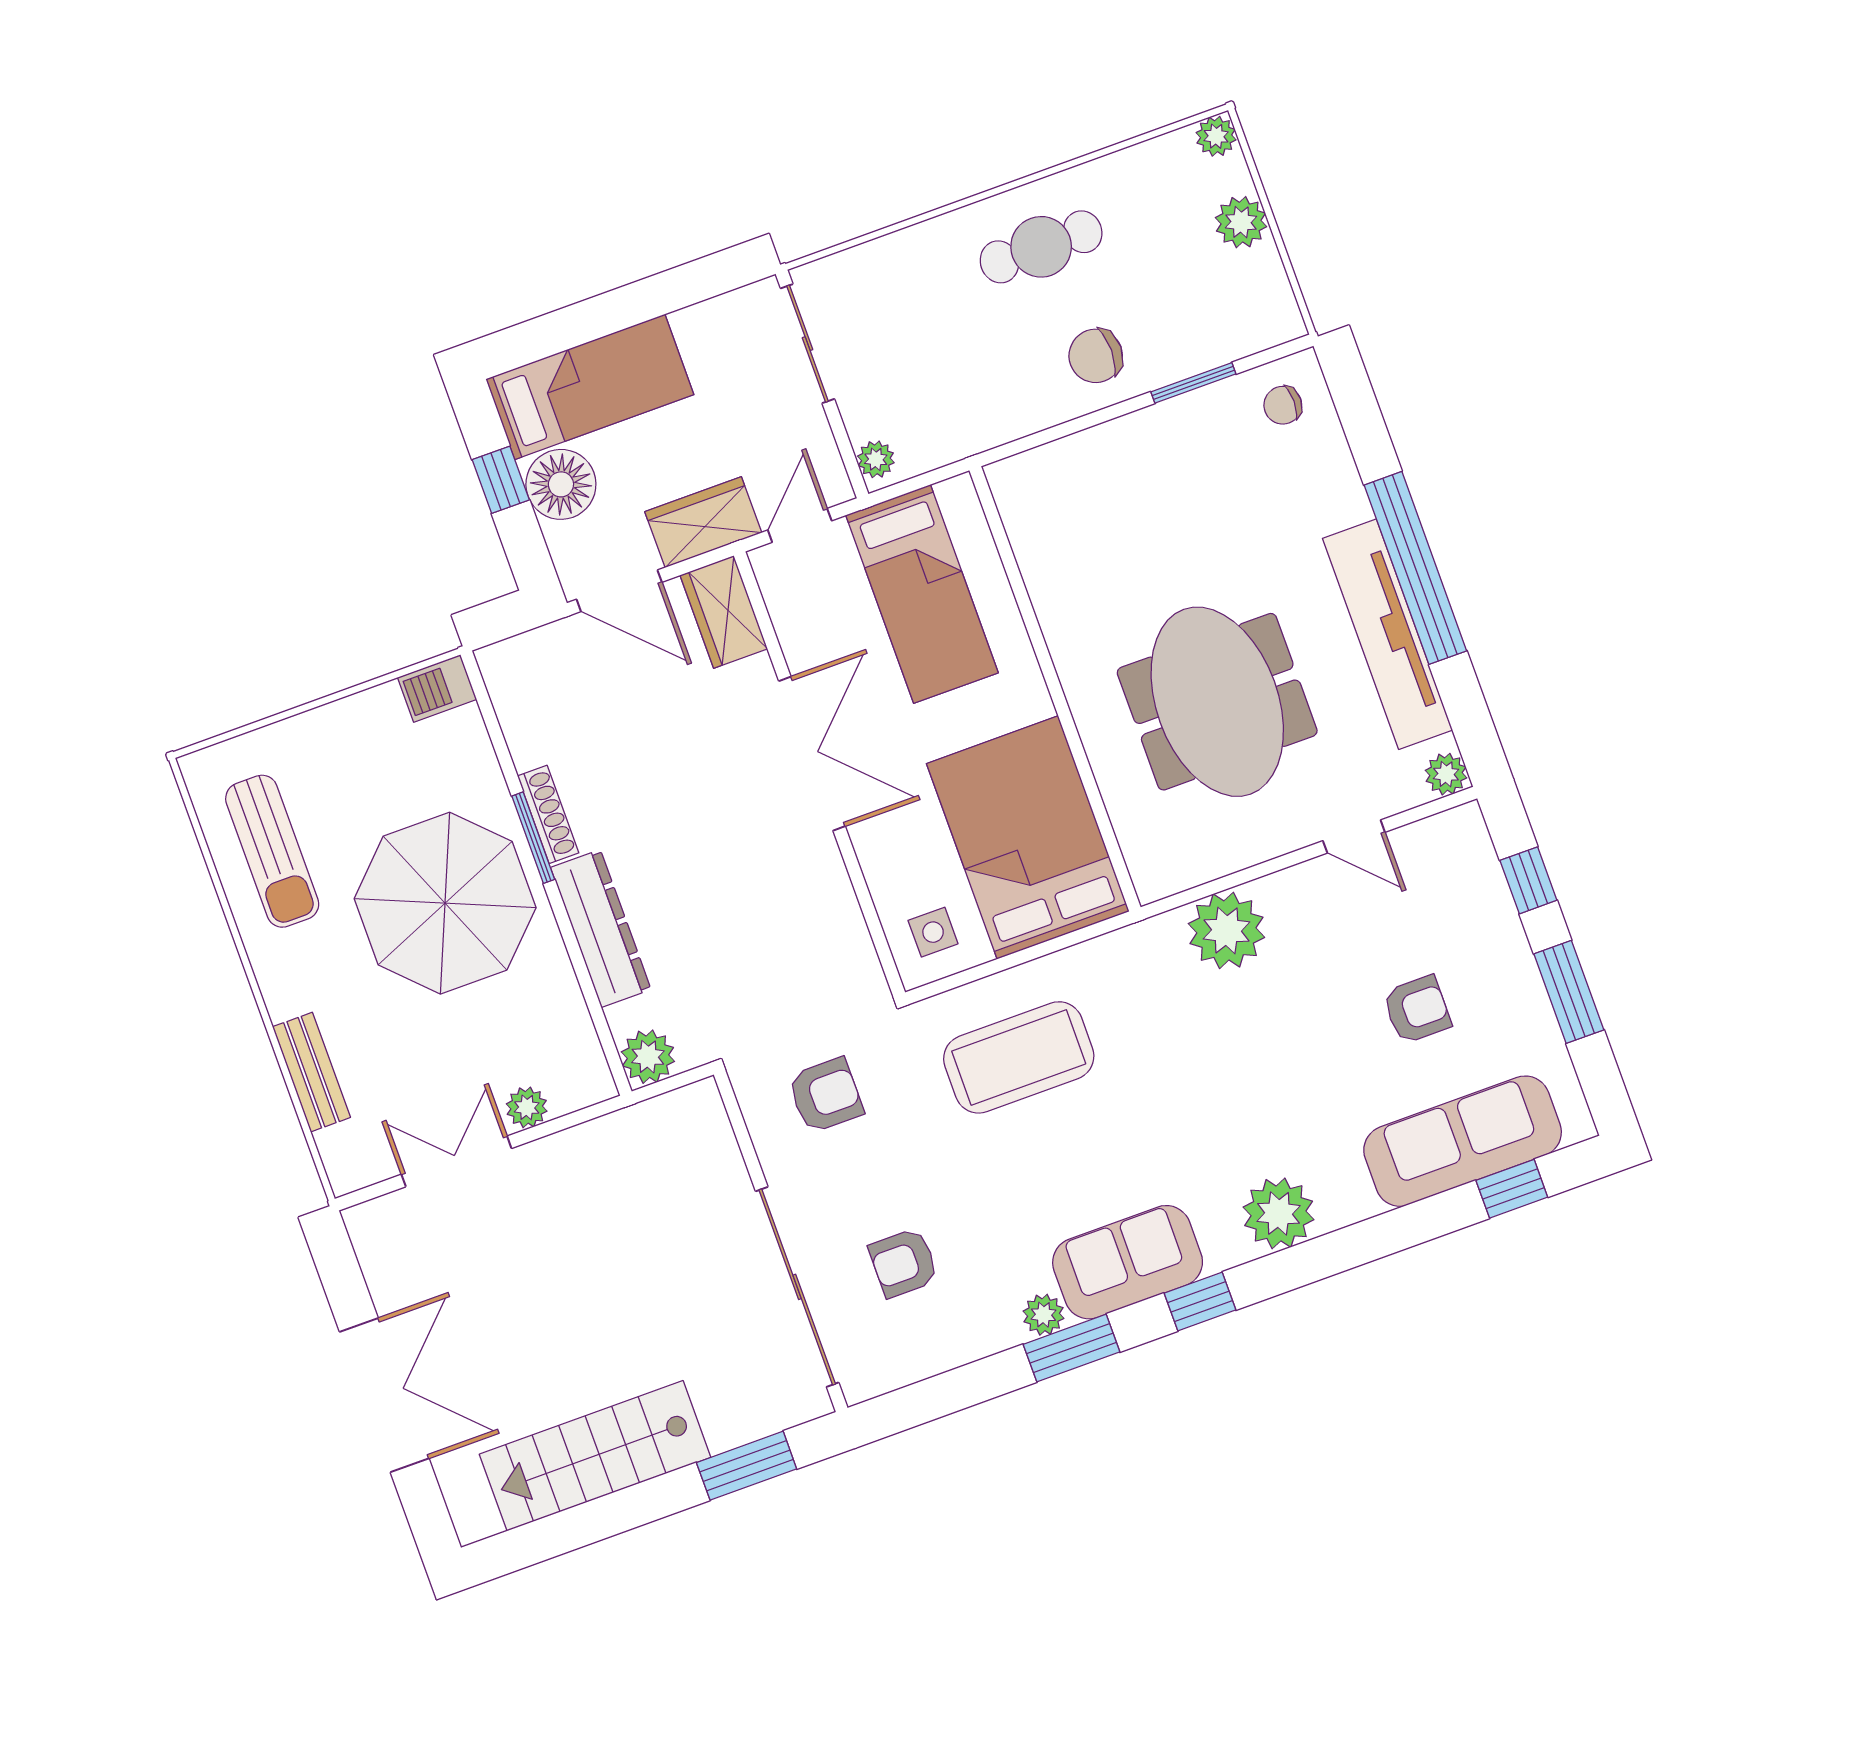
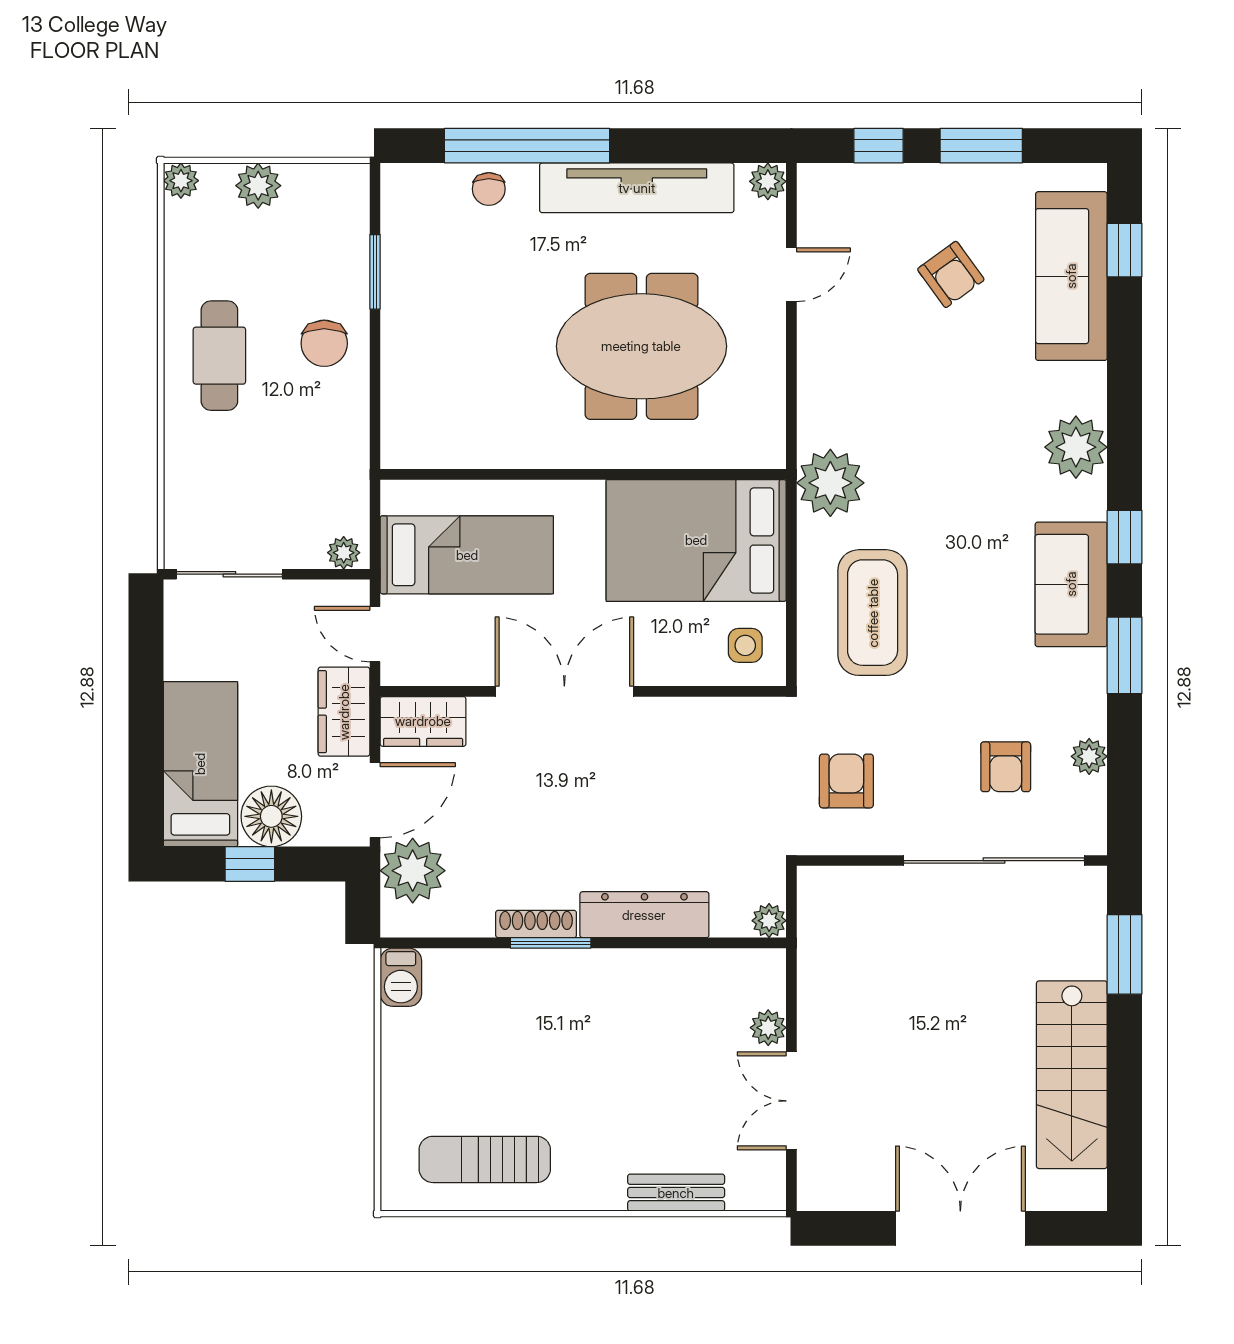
chair: (1283, 405) -> (489, 189), moved
window: (1415, 568) -> (527, 146), moved
plant: (558, 659) -> (413, 871), added
sun lounger: (272, 851) -> (485, 1159), turned 180
parasol: (445, 903) -> (578, 1034), removed
plant: (1226, 930) -> (830, 483), moved
armchair: (1417, 1010) -> (951, 274), turned 144
plant: (648, 1057) -> (769, 921), width x0.73, depth x0.73
plant: (1043, 1315) -> (1089, 756), moved

